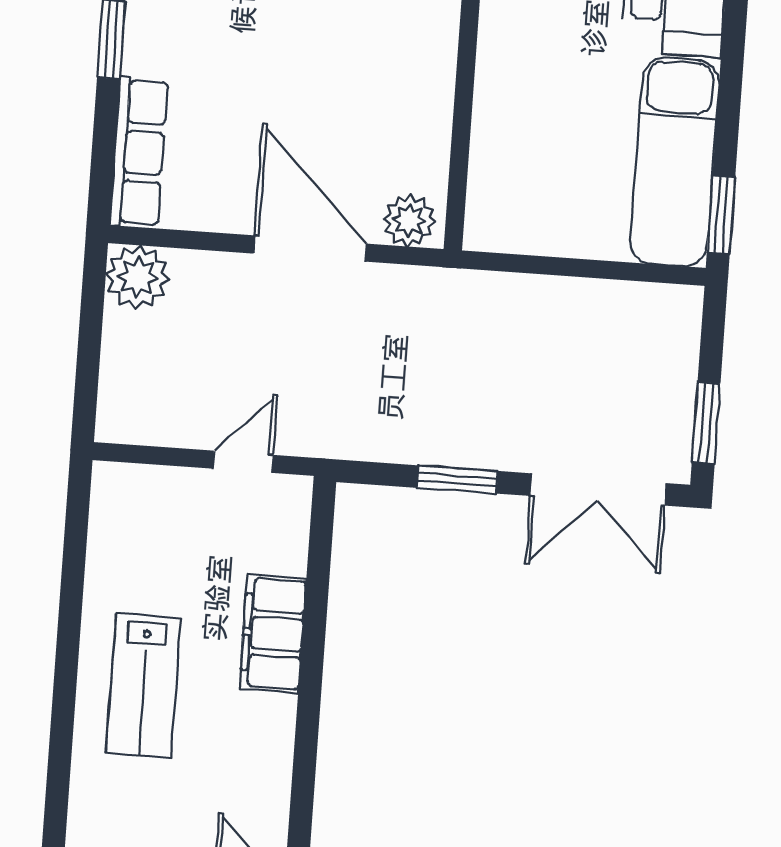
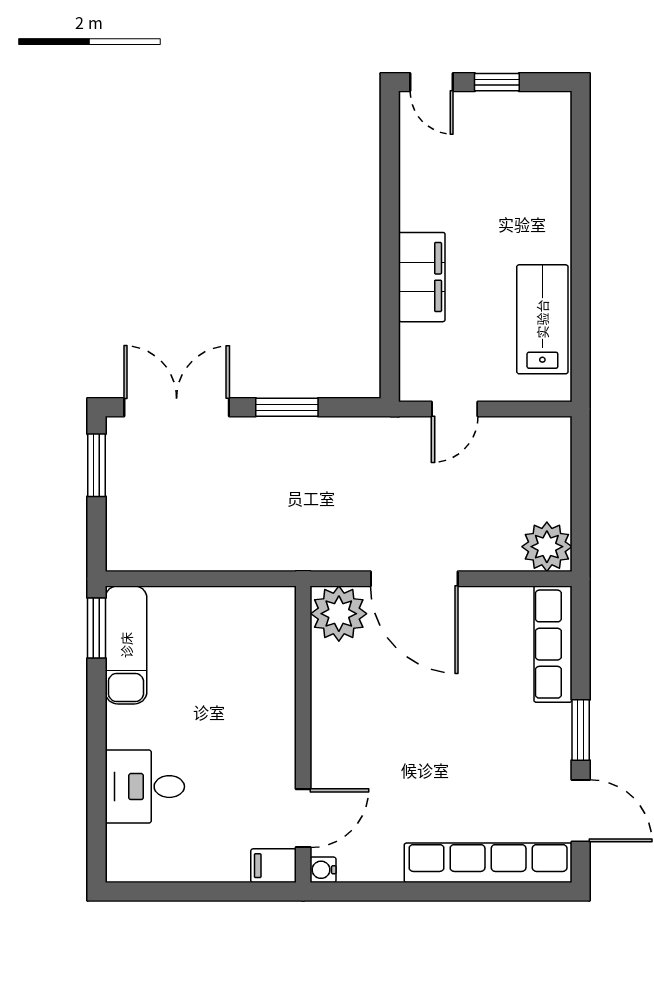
exam couch: (675, 162) -> (126, 645), width x0.73, depth x0.69
plant: (409, 220) -> (339, 614), width x1.36, depth x1.36
lab bench: (143, 686) -> (542, 319), moved

